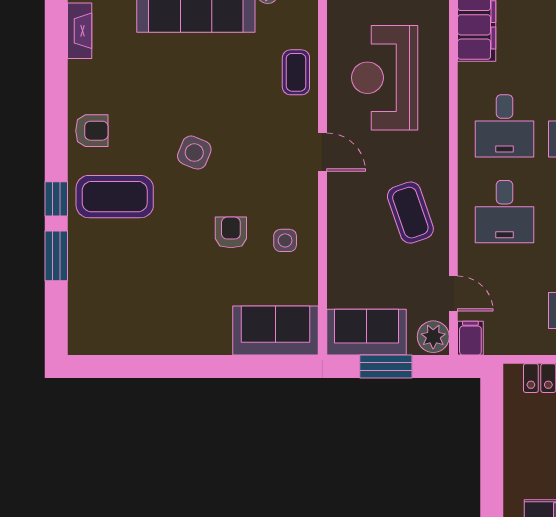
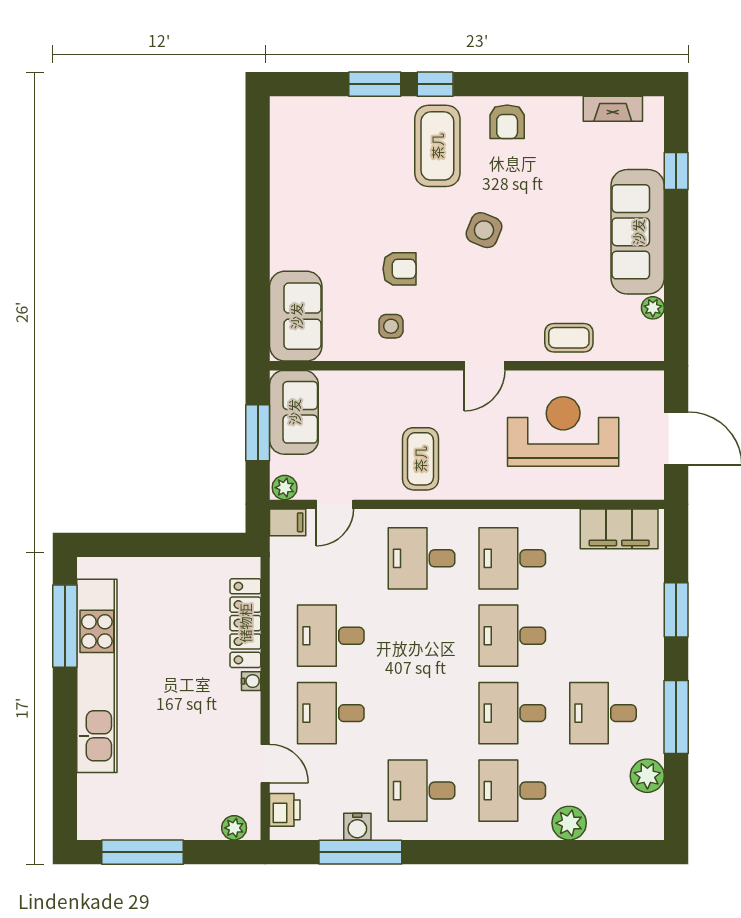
coffee table: (410, 213) -> (420, 459), turned -71
plant: (433, 337) -> (285, 488), width x0.73, depth x0.73

